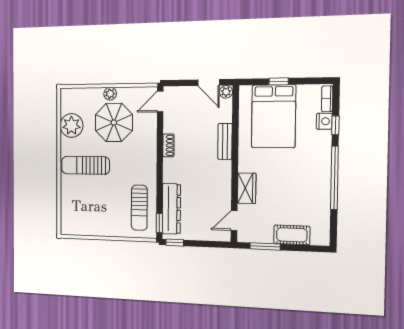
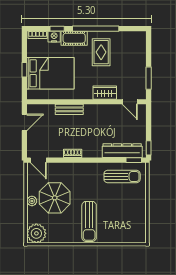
plant: (226, 92) -> (32, 109), removed
plant: (71, 126) -> (36, 233), moved
rug: (301, 185) -> (101, 52), added
cot: (292, 235) -> (74, 38), moved, turned 90

